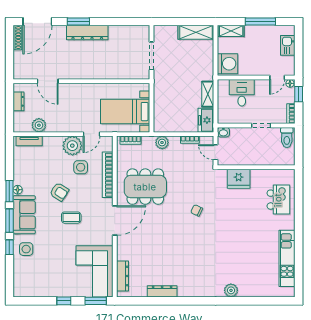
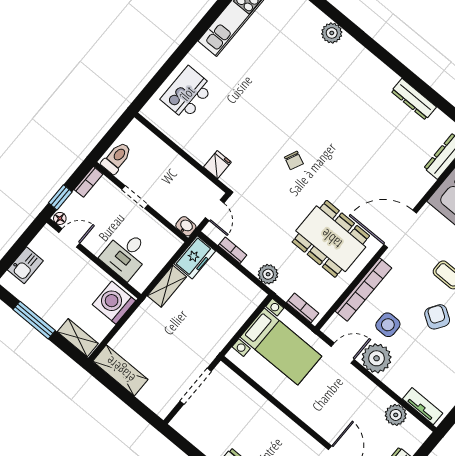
fridge: (239, 179) -> (217, 165), width x0.53, depth x0.75

